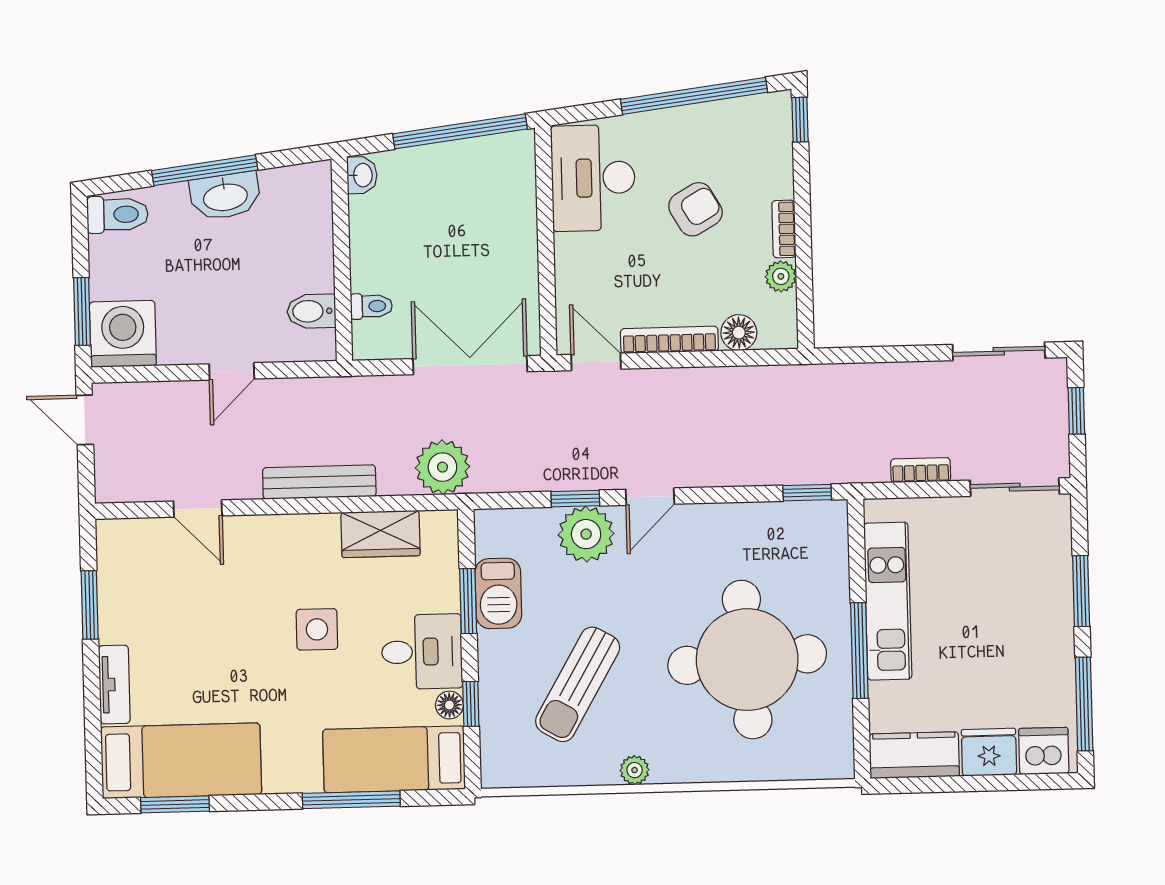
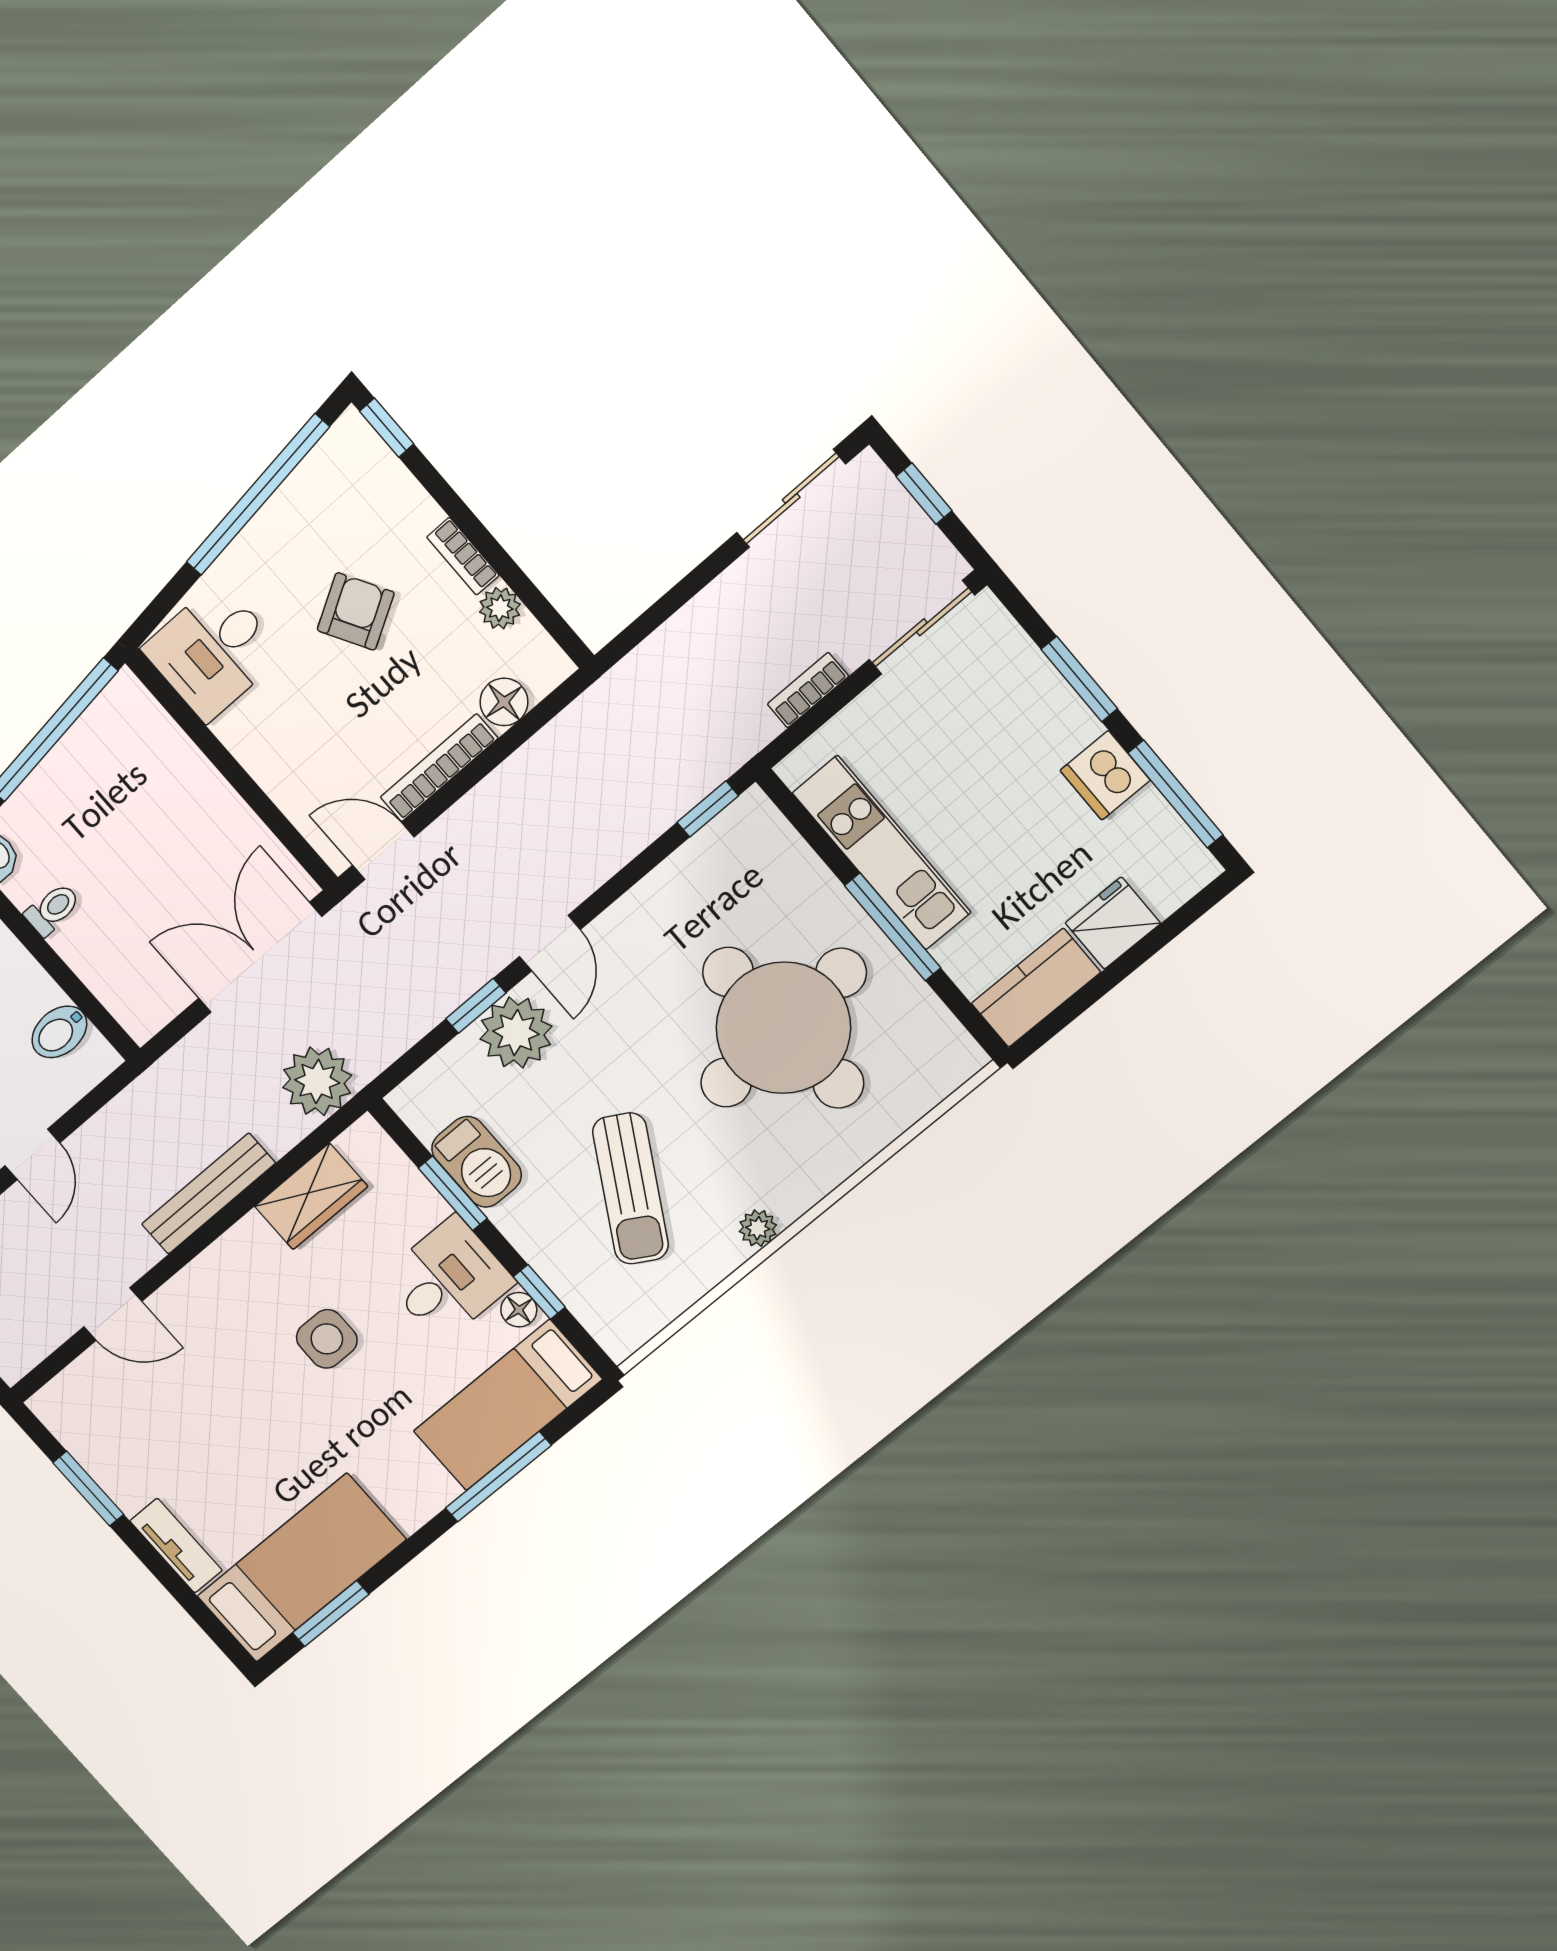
desk: (593, 178) -> (213, 651), width x0.73
toilet: (371, 306) -> (53, 909), moved
dishwasher: (1044, 751) -> (1105, 775), moved, turned -90

